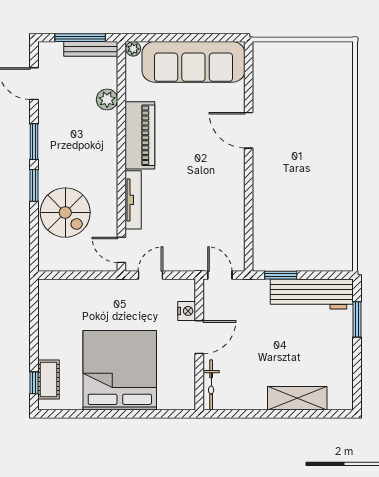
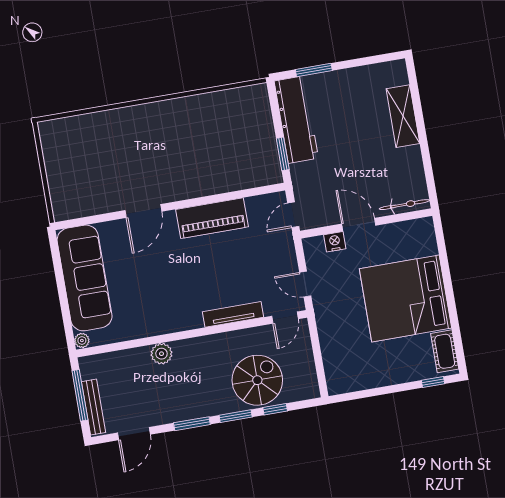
bench: (91, 49) -> (94, 407), moved
plant: (107, 100) -> (161, 354), moved
piano: (140, 135) -> (212, 218), moved, turned 180
window: (34, 225) -> (275, 409), added
cot: (48, 379) -> (445, 351), moved, turned 90

